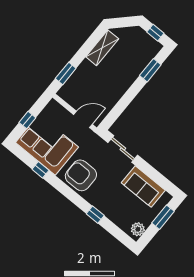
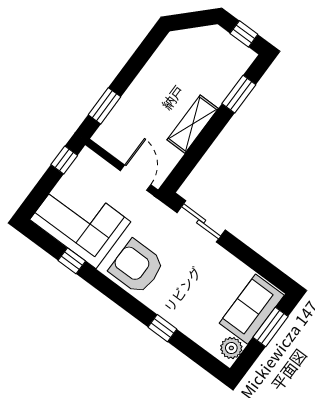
shelving: (102, 48) -> (193, 124), moved
door: (83, 119) -> (136, 178), hinge flipped
window: (27, 120) -> (64, 160), moved
sofa: (143, 187) -> (252, 309), moved, turned 90

